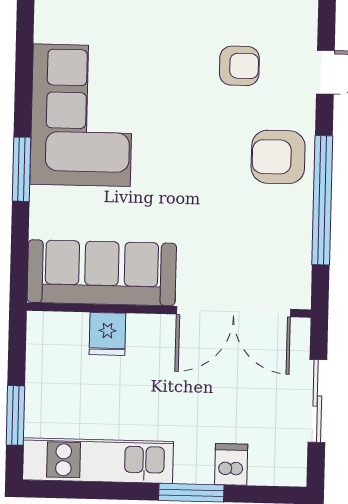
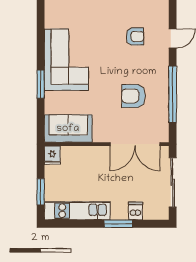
armchair: (278, 157) -> (133, 96), moved
sofa: (102, 273) -> (68, 129), width x0.73
fridge: (107, 334) -> (52, 155), moved
sliding door: (317, 401) -> (173, 182), width x1.37

